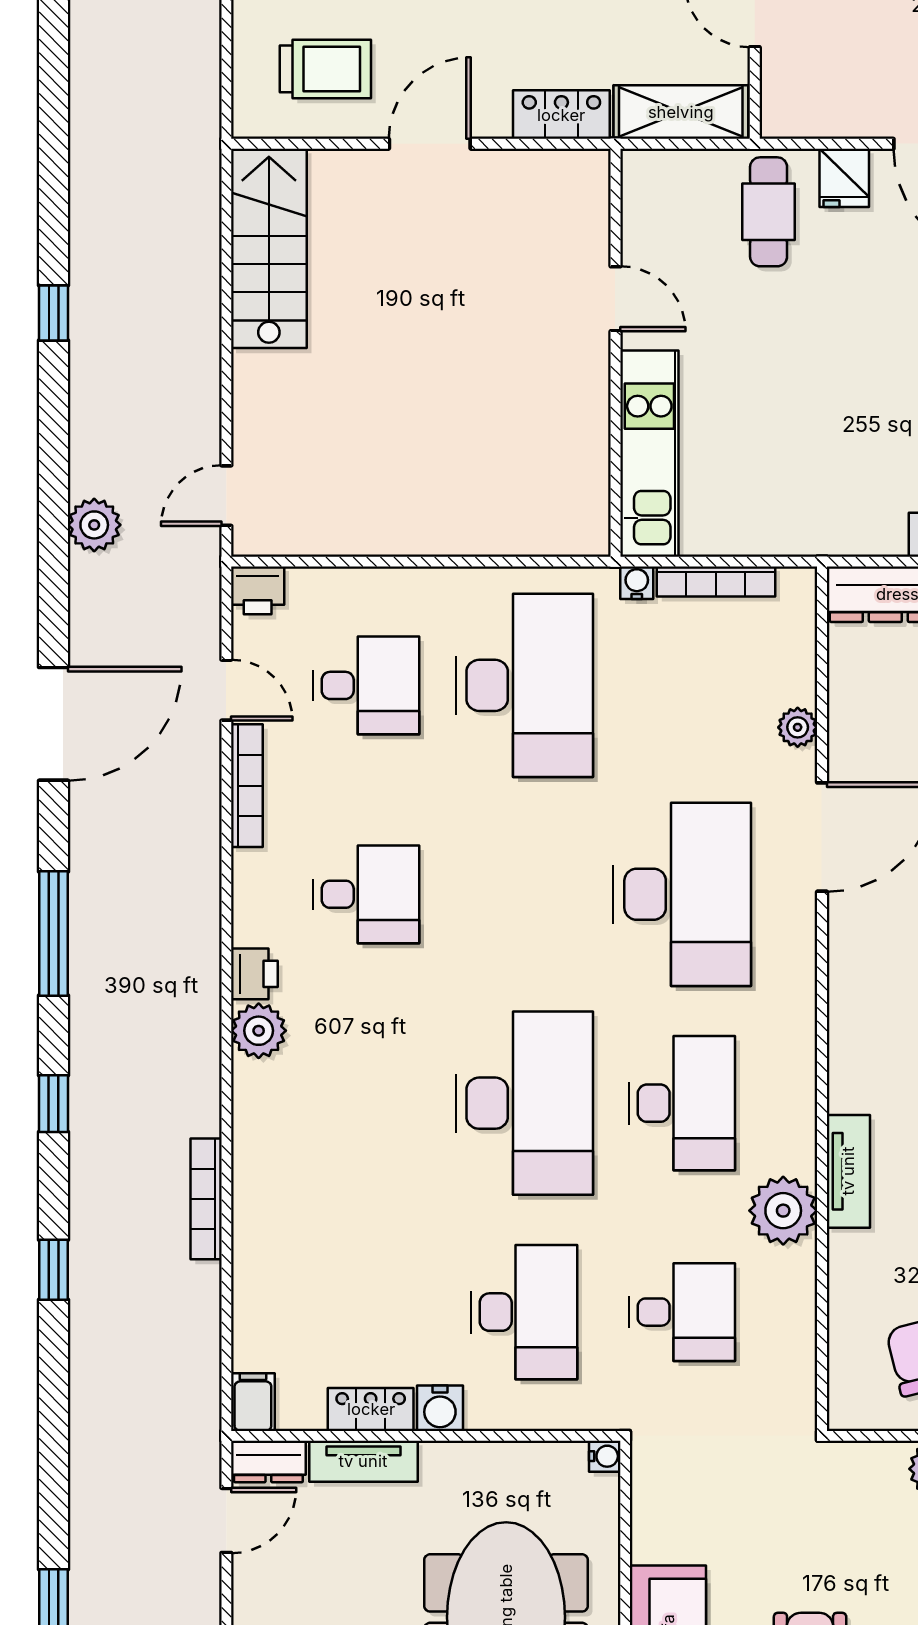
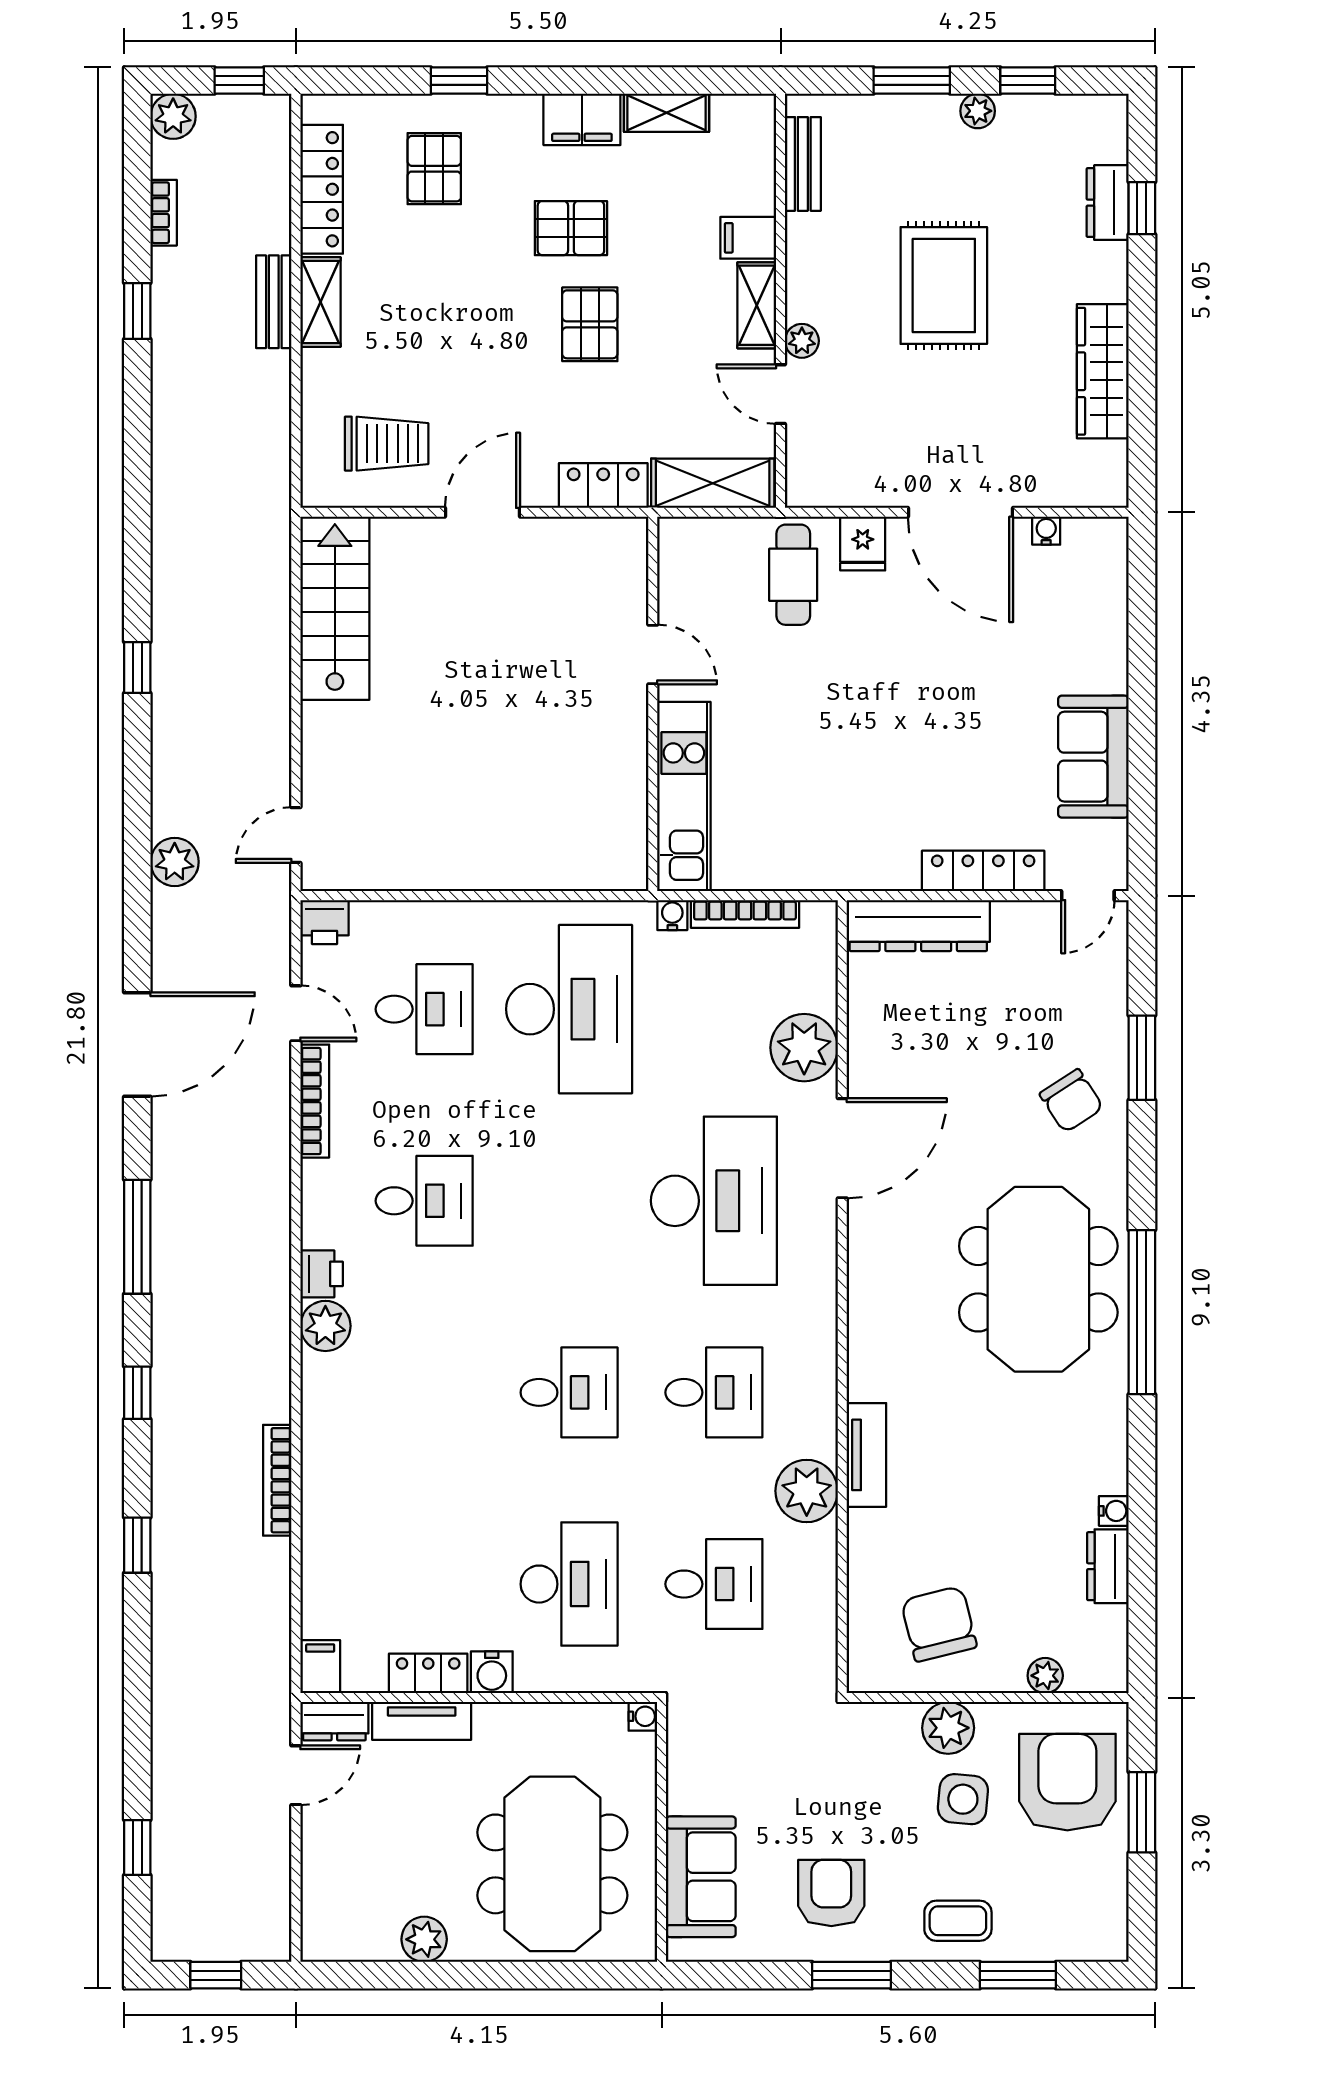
plant: (798, 727) -> (804, 1048), width x1.87, depth x1.87
desk: (524, 1103) -> (569, 1392), width x0.53, depth x0.77
desk: (682, 1103) -> (714, 1392), width x0.73

